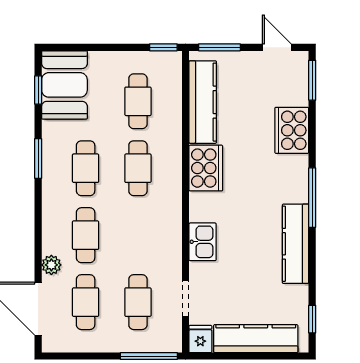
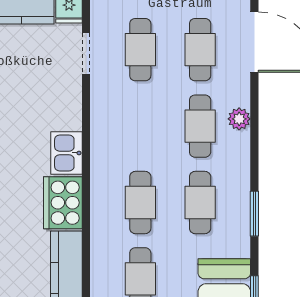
kitchen sink: (203, 242) -> (67, 153), moved
plant: (51, 265) -> (239, 119), moved

